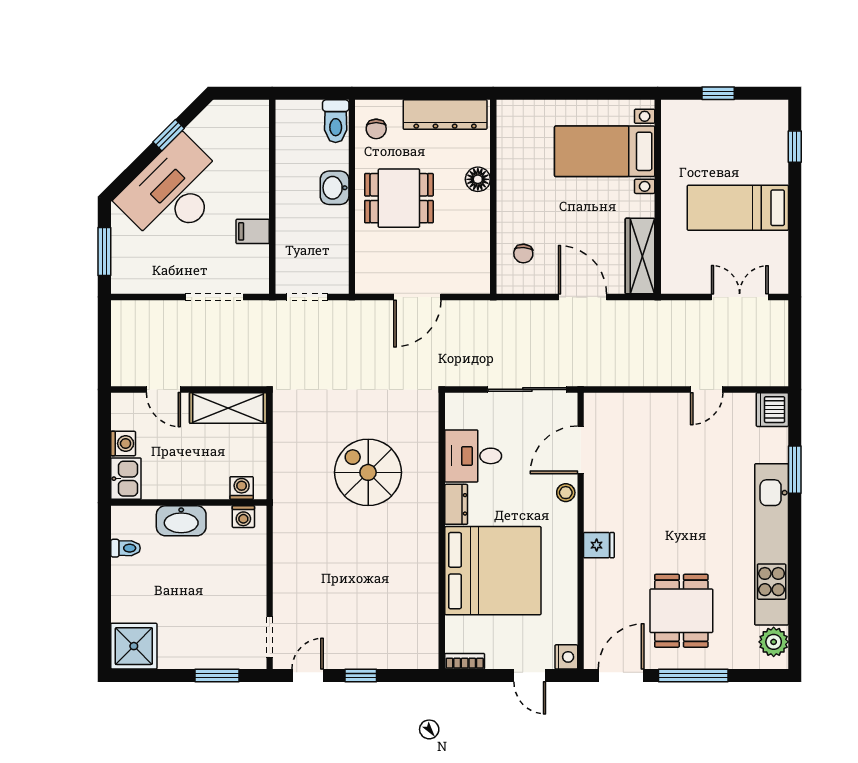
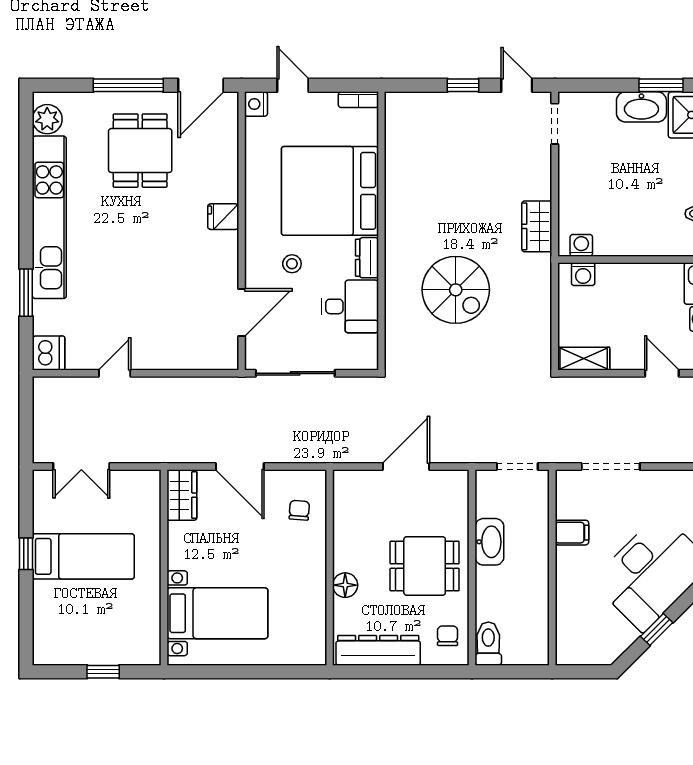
window: (795, 147) -> (26, 554), moved
washbasin: (335, 188) -> (489, 542), moved, width x1.38
wardrobe: (640, 256) -> (182, 495), width x0.67
shelving: (228, 408) -> (584, 359), width x0.67, depth x0.75
stool: (566, 493) -> (292, 264), moved
washbasin: (181, 521) -> (641, 107), moved, turned 180
wardrobe: (287, 535) -> (537, 226), added
window: (217, 676) -> (661, 85), moved
door: (308, 676) -> (517, 85), swing flipped

